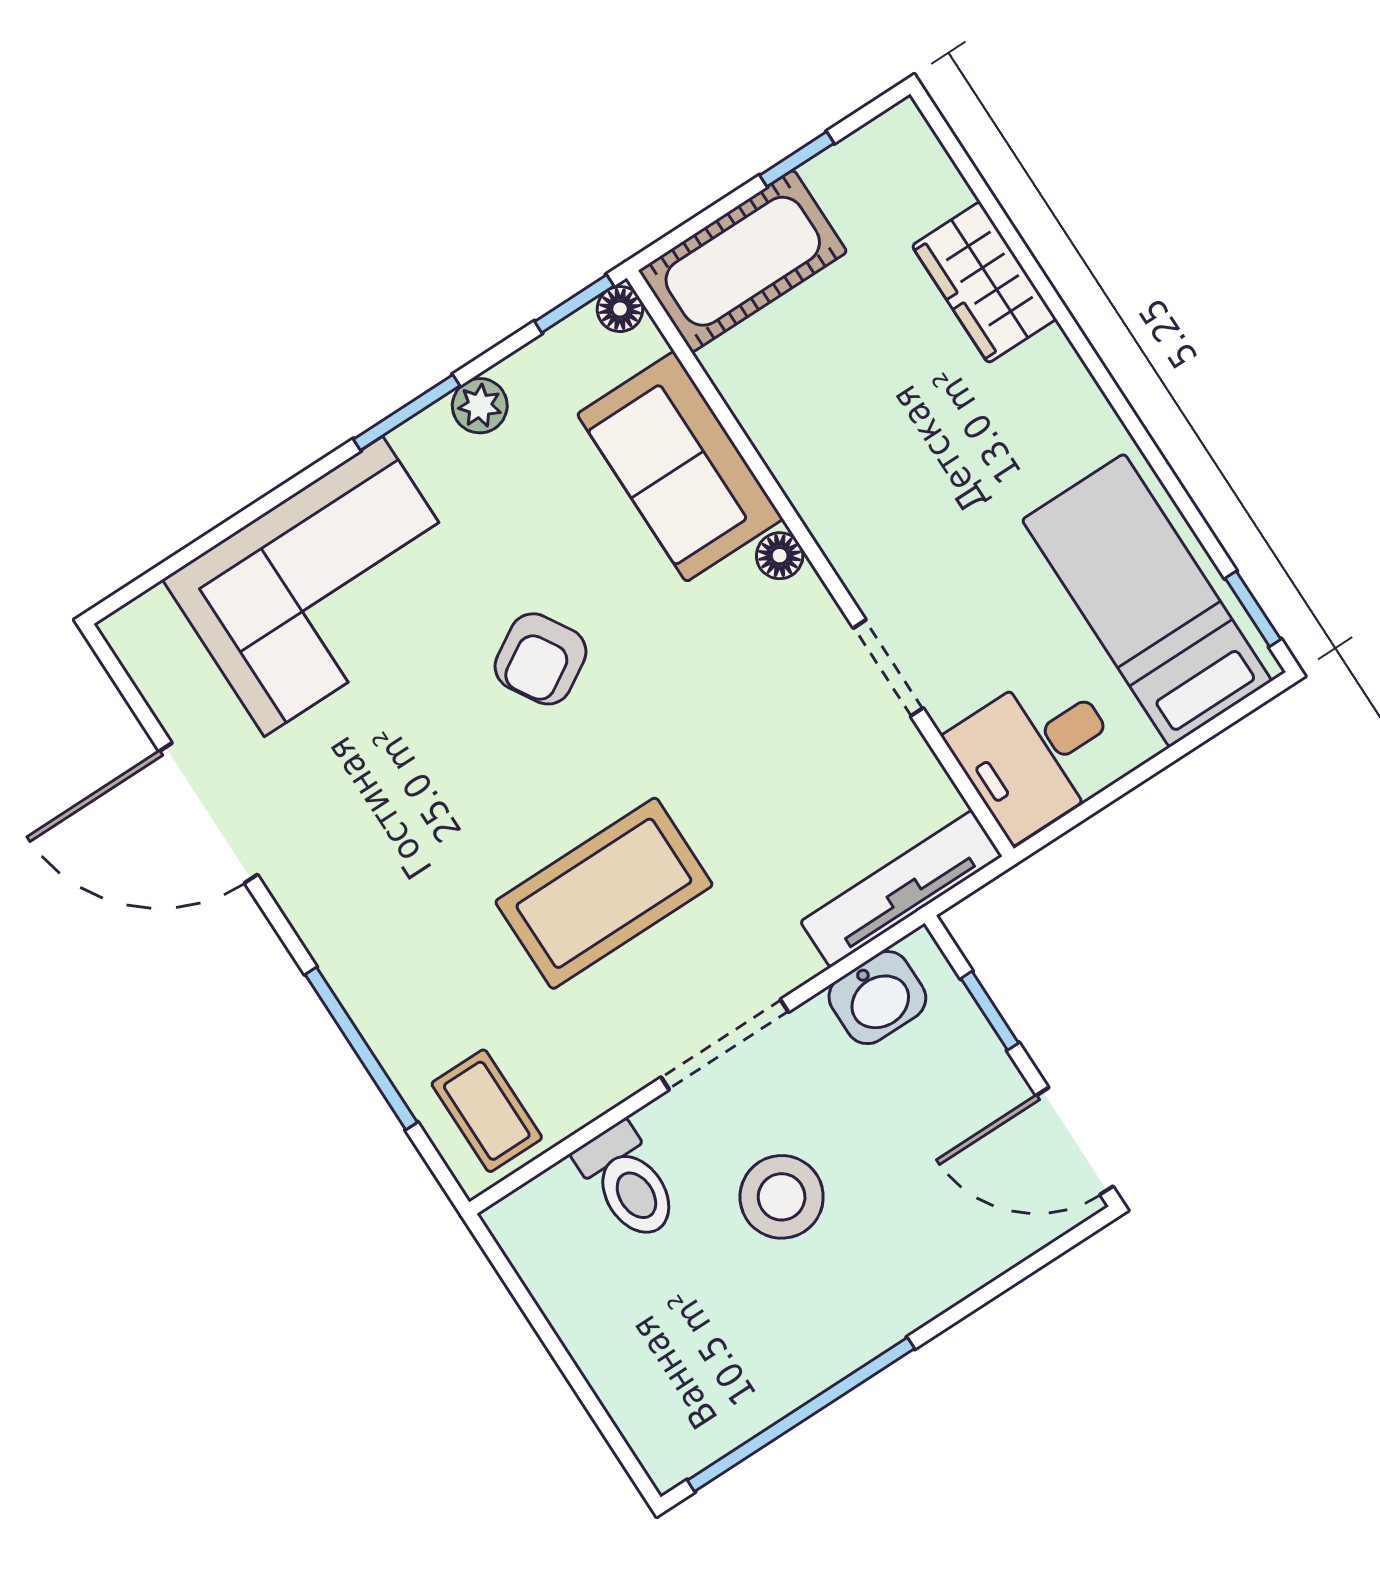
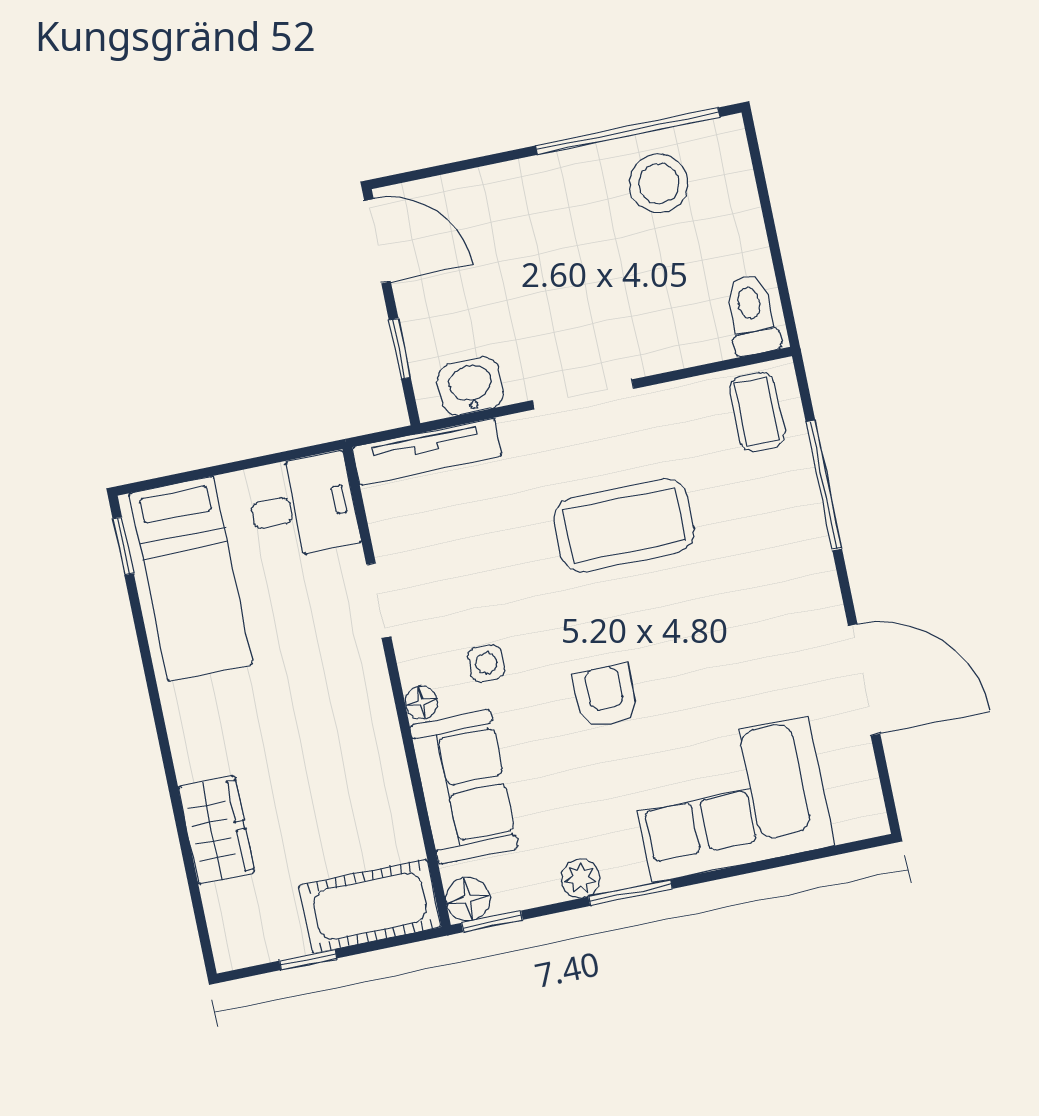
floor lamp: (620, 309) -> (468, 899), width x1.37, depth x1.37
side table: (714, 641) -> (486, 663), added
armchair: (541, 659) -> (606, 696), turned -59
toilet: (628, 1182) -> (751, 314), moved
stool: (782, 1197) -> (659, 184), moved

